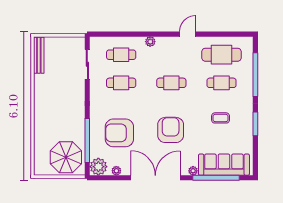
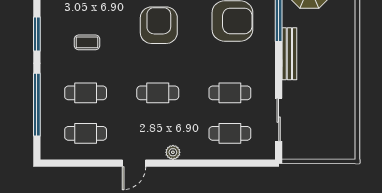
plant: (150, 42) -> (173, 152), moved
bench: (39, 55) -> (289, 54), moved
cafe table: (222, 55) -> (86, 133), width x0.73, depth x0.74
armchair: (171, 130) -> (159, 25), turned 180

